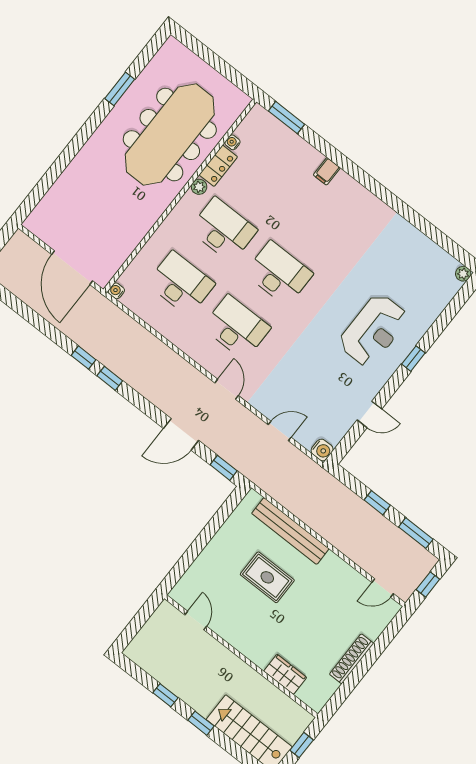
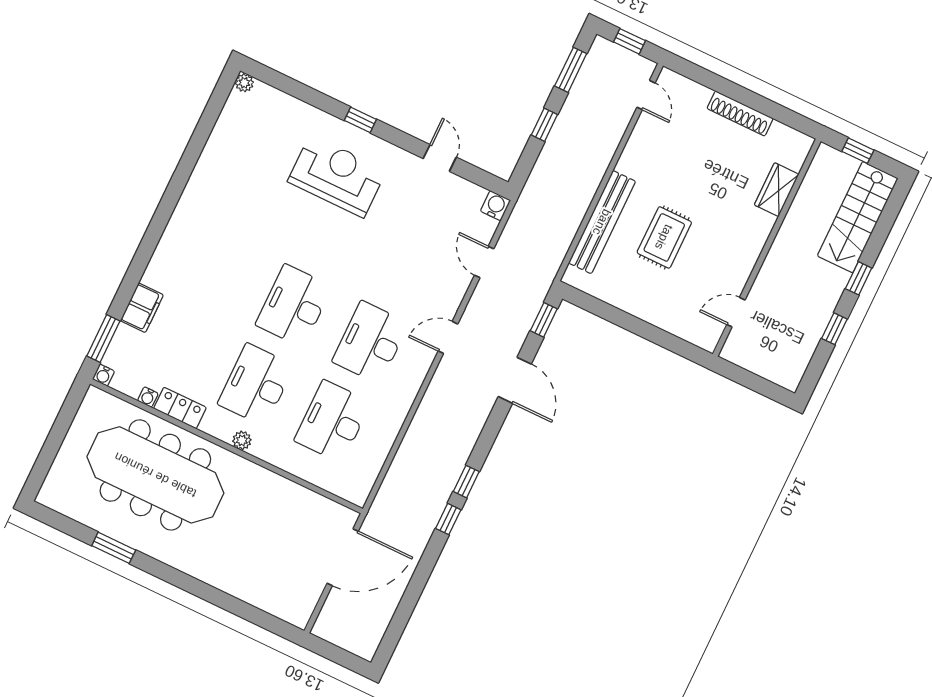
filing cabinet: (327, 171) -> (142, 308), moved, width x2.00
plant: (199, 187) -> (242, 440), moved
water cooler: (116, 291) -> (103, 375), moved

